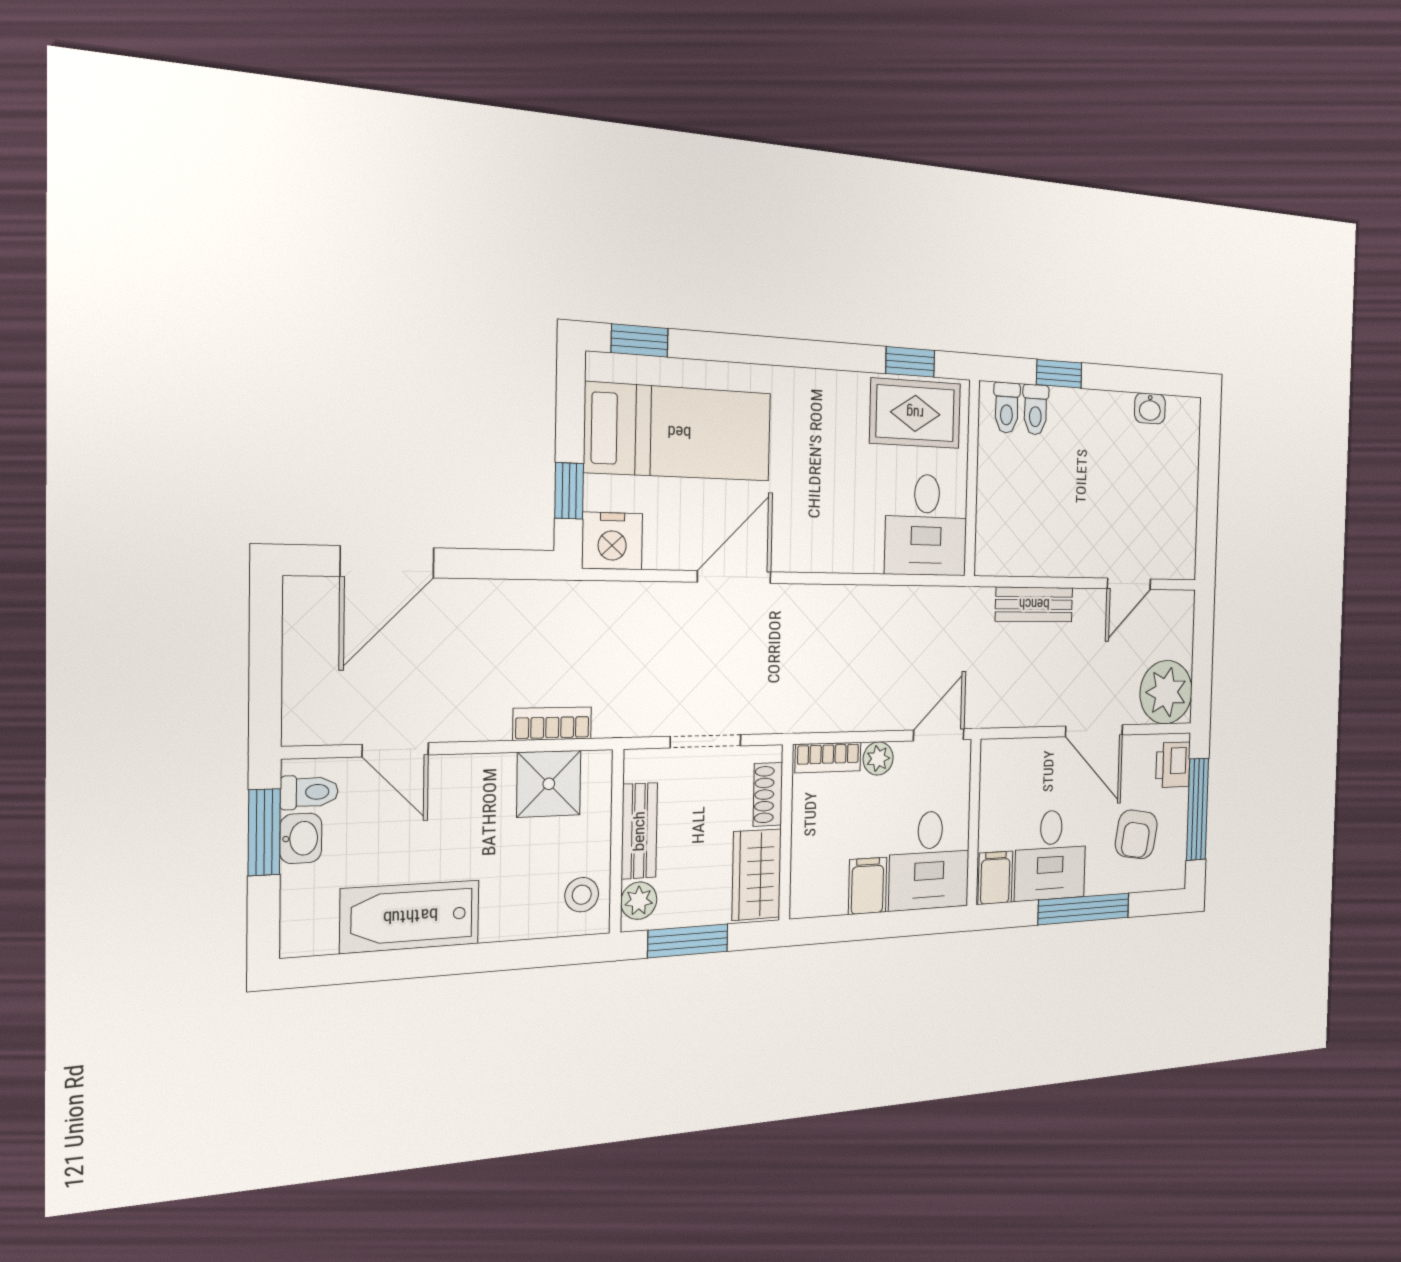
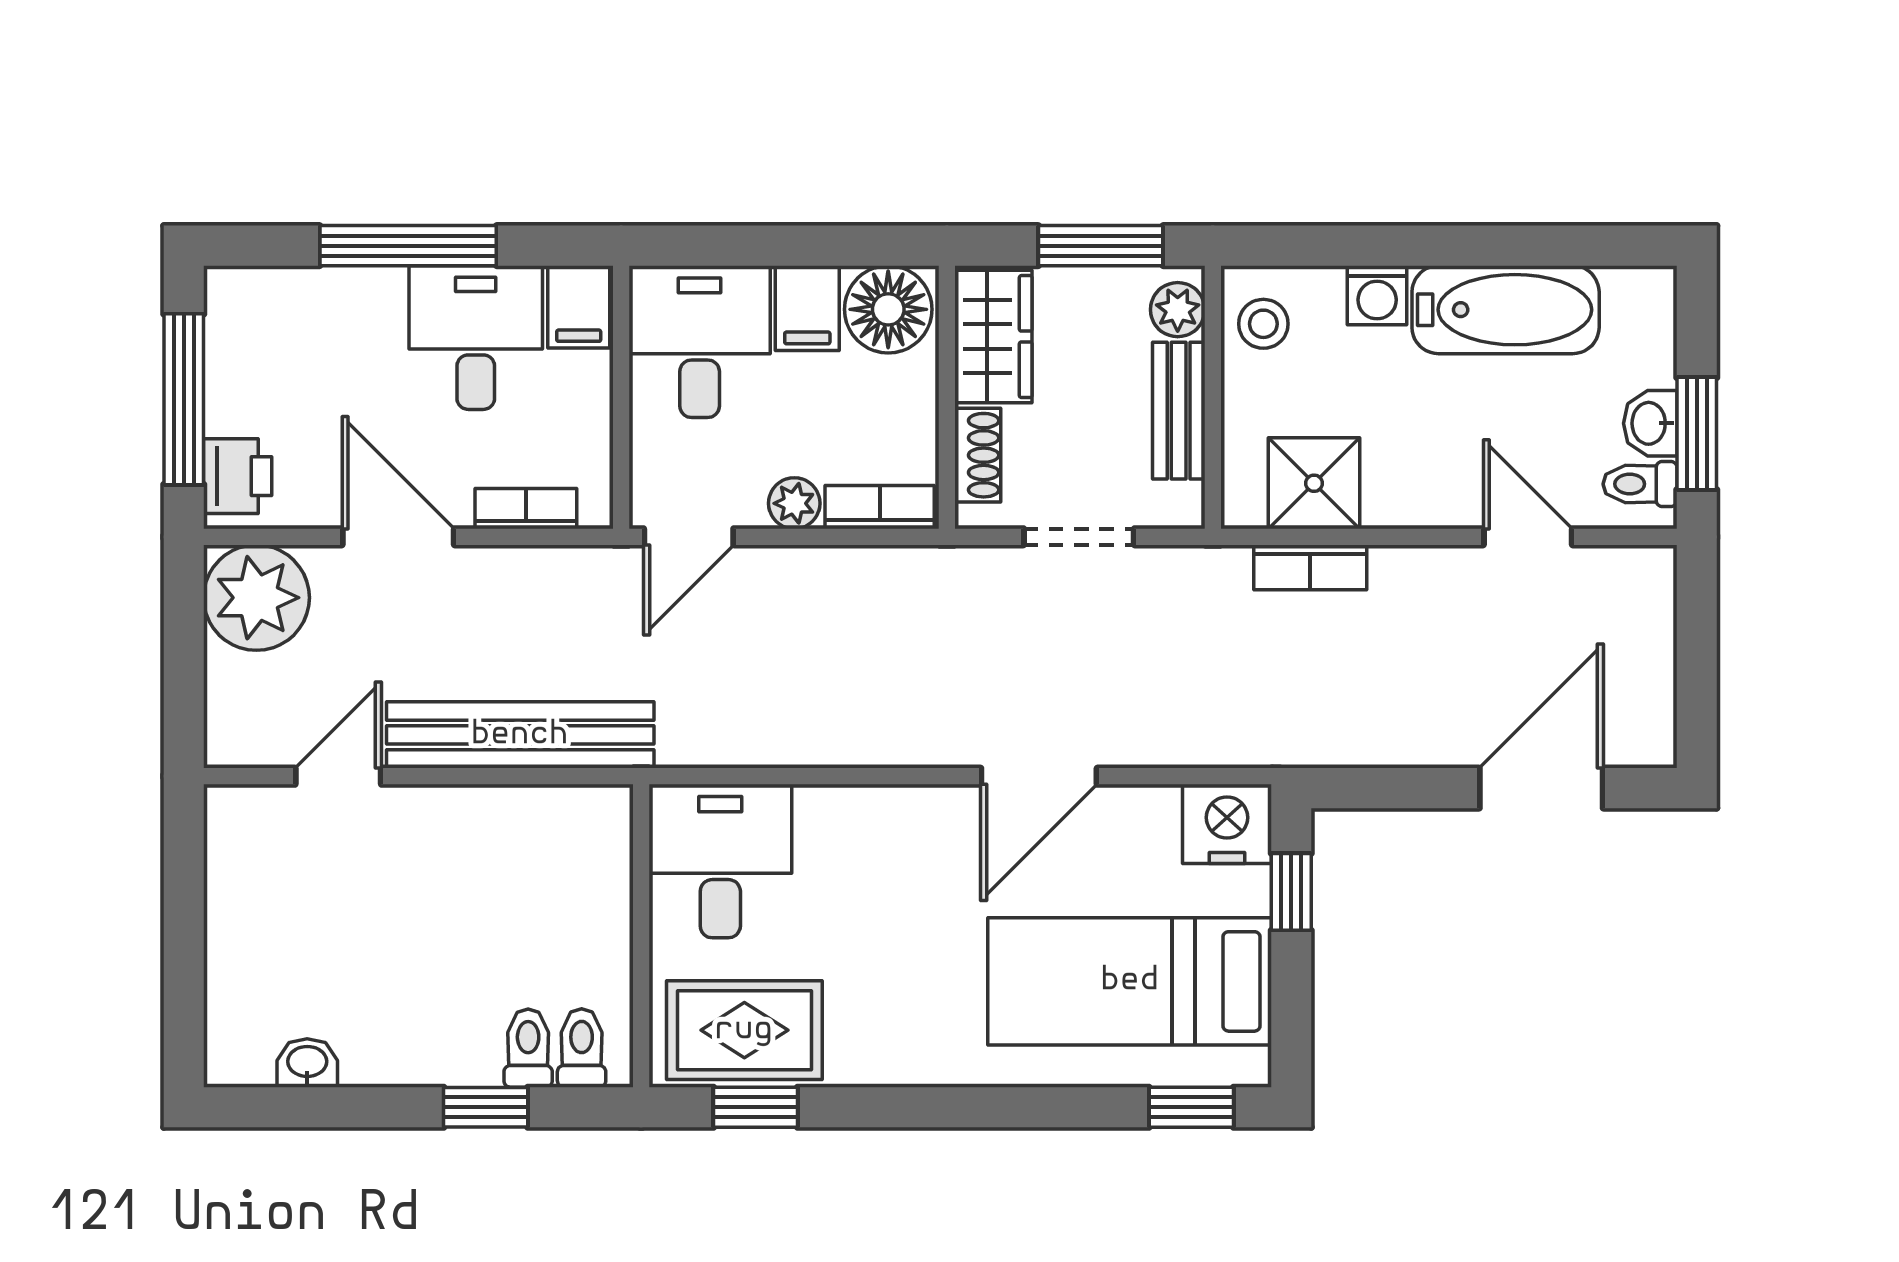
bench: (1034, 604) -> (520, 735), width x1.86, depth x1.21
bookcase: (1027, 750) -> (526, 509), added
armchair: (1136, 834) -> (308, 363), removed
floor lamp: (820, 888) -> (888, 309), added
washing machine: (503, 920) -> (1377, 295), added

